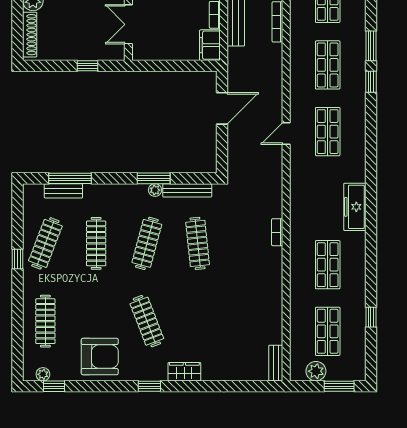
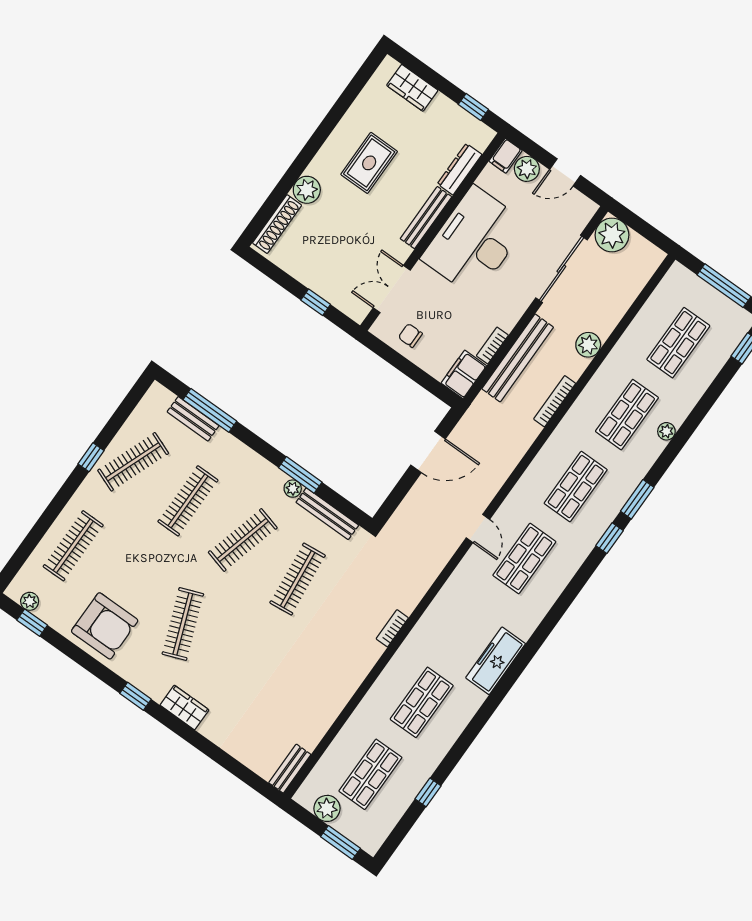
chair: (160, 45) -> (410, 336), added
door: (286, 134) -> (478, 529), swing flipped

